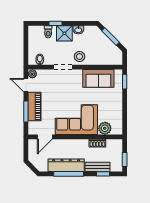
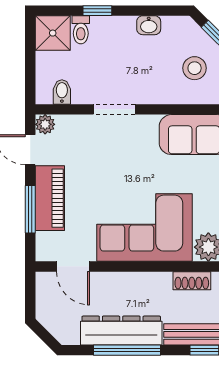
shower: (64, 33) -> (53, 33), moved
stool: (79, 57) -> (195, 68), moved
door: (45, 137) -> (73, 266), hinge flipped

